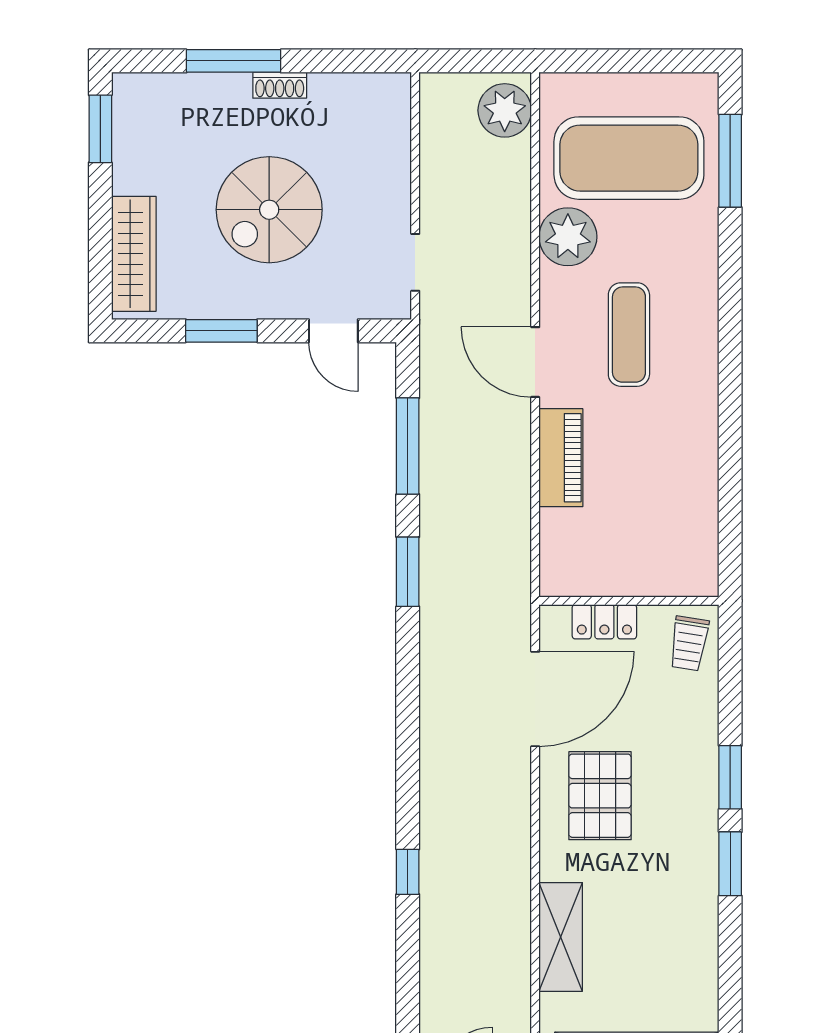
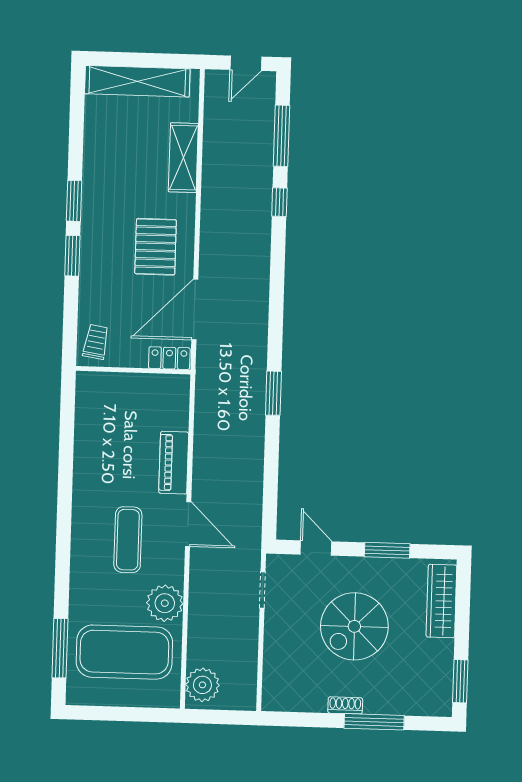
spiral stairs: (269, 210) -> (354, 626), turned 180
window: (408, 446) -> (282, 136), moved
locker: (604, 622) -> (169, 358), moved

